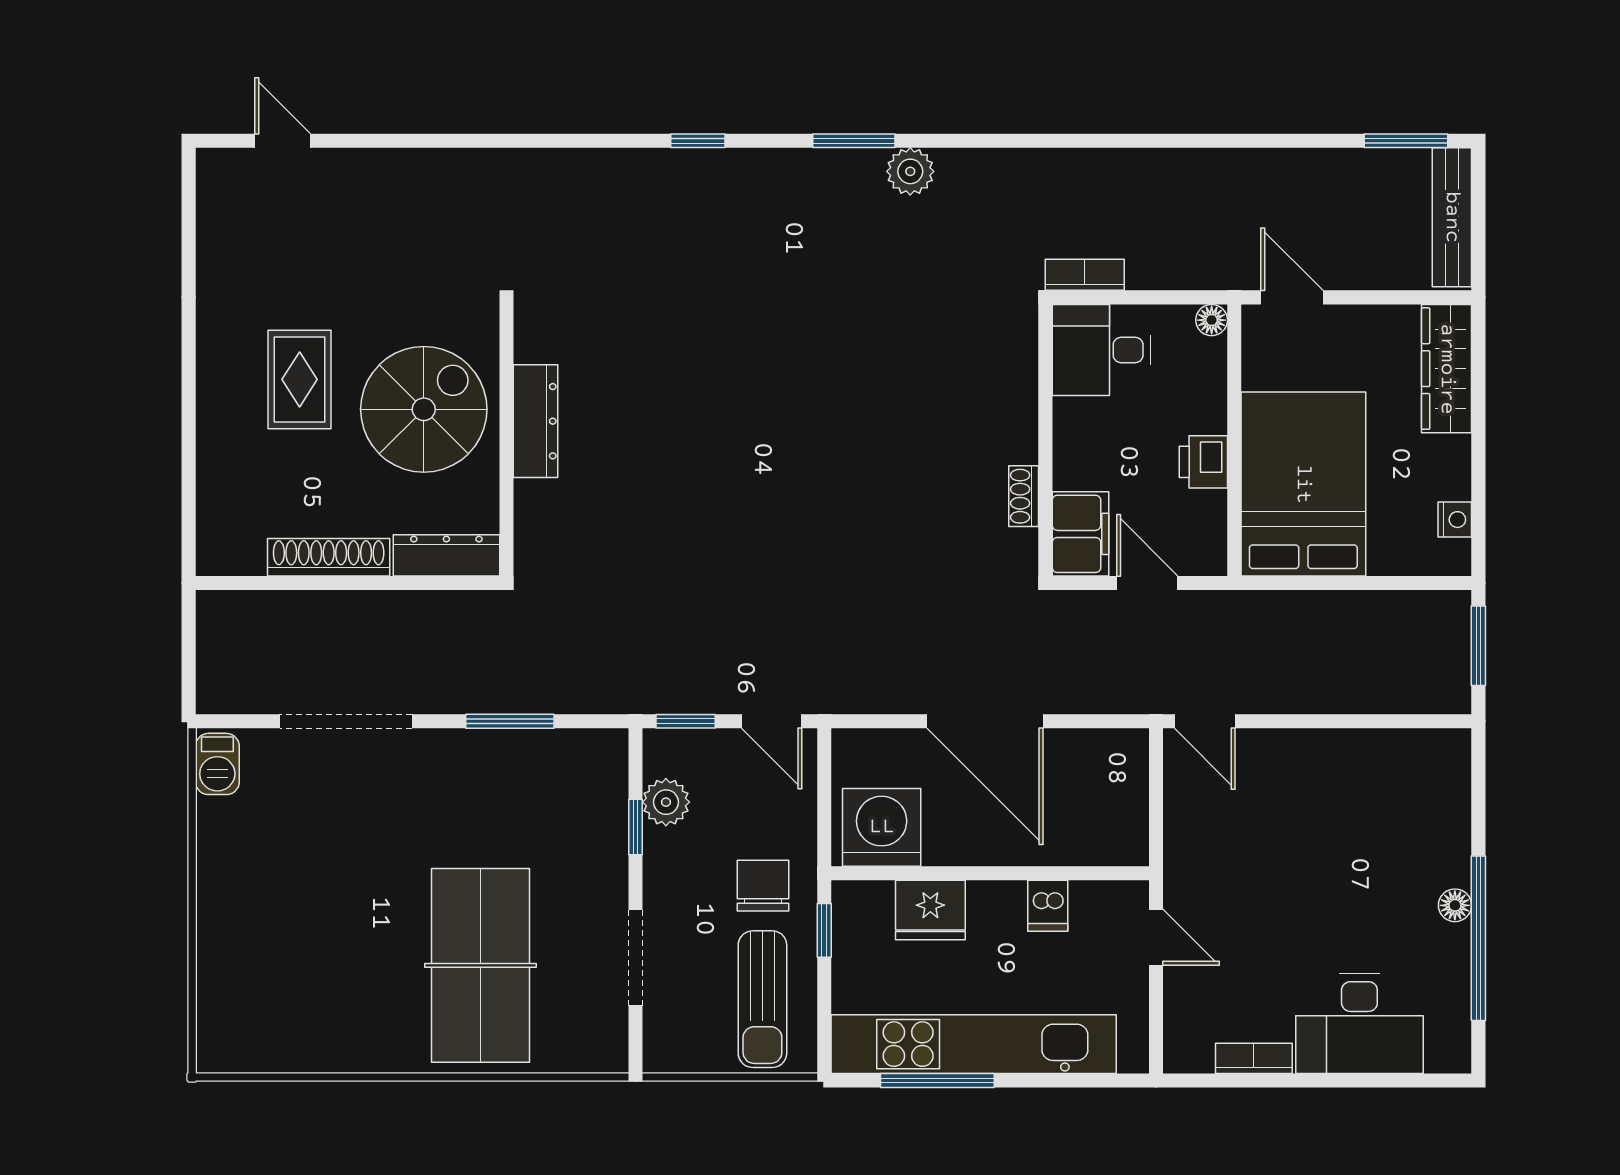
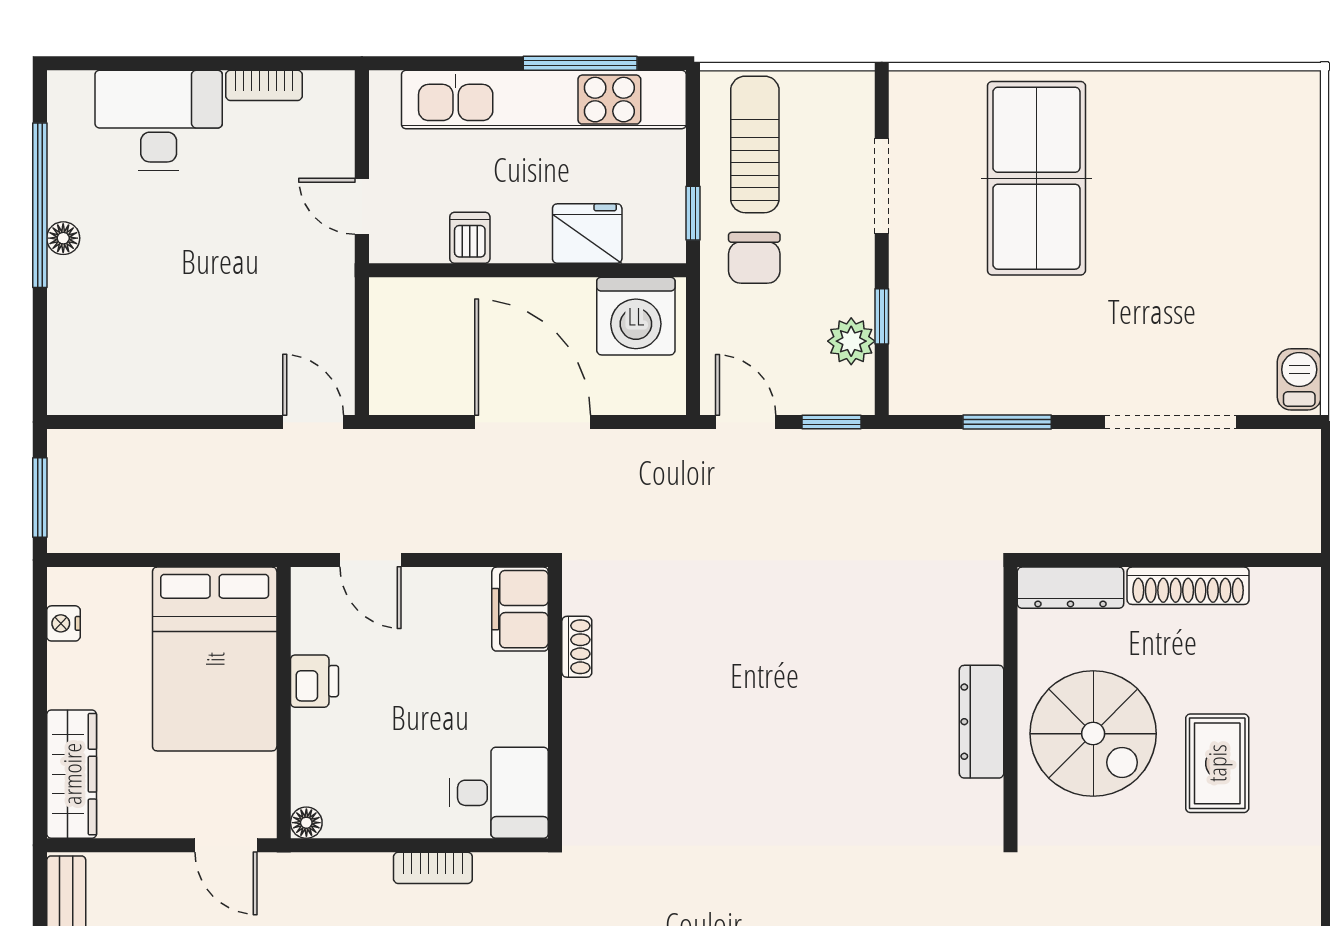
desk: (1102, 350) -> (499, 793), moved
spiral stairs: (424, 409) -> (1093, 734), turned -90
wall: (1045, 440) -> (555, 703), moved
shoe rack: (1024, 496) -> (577, 647), moved
filing cabinet: (1080, 534) -> (520, 609), moved

